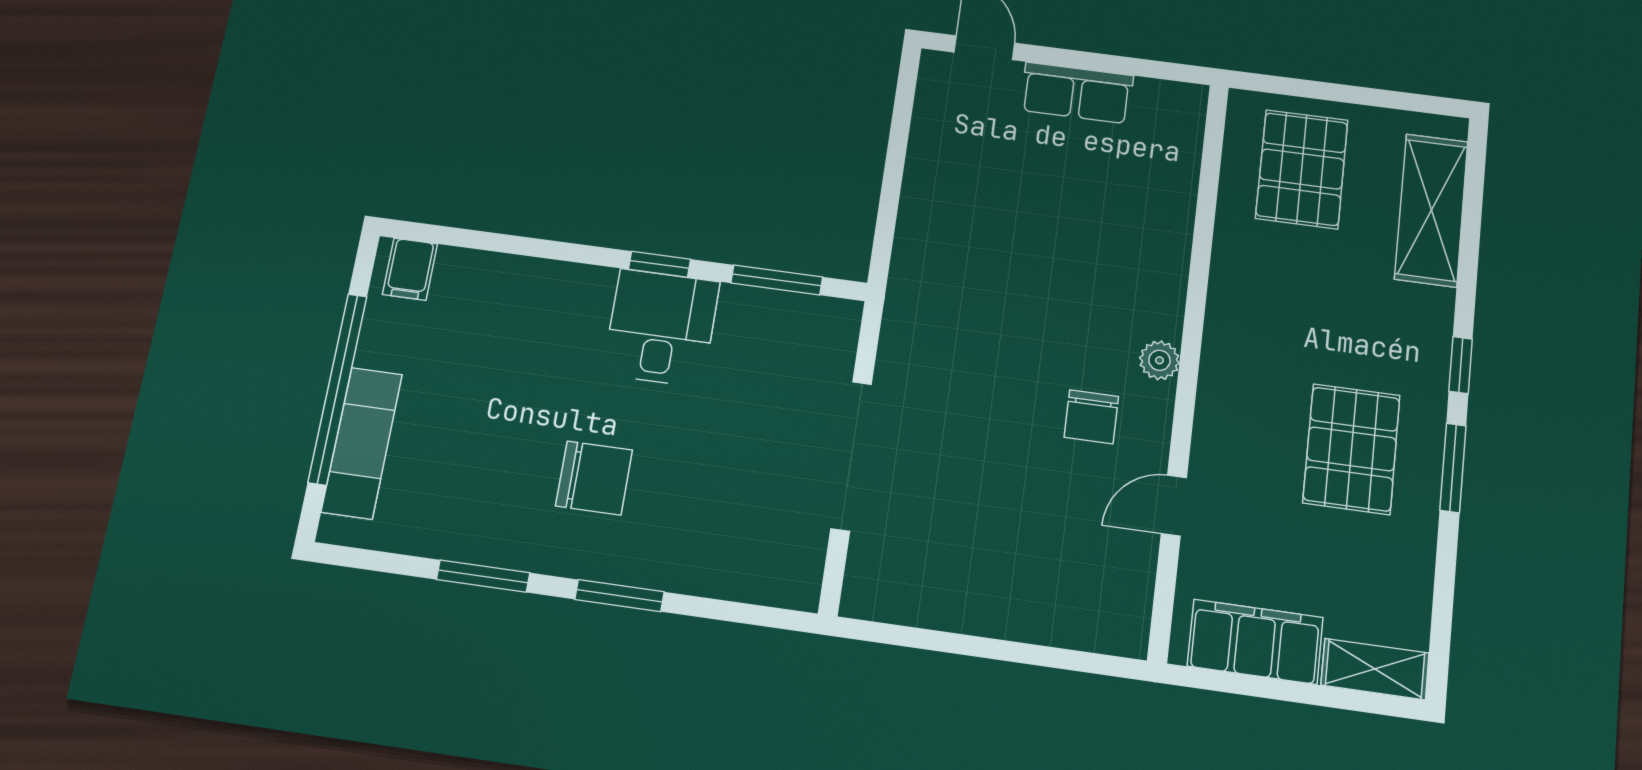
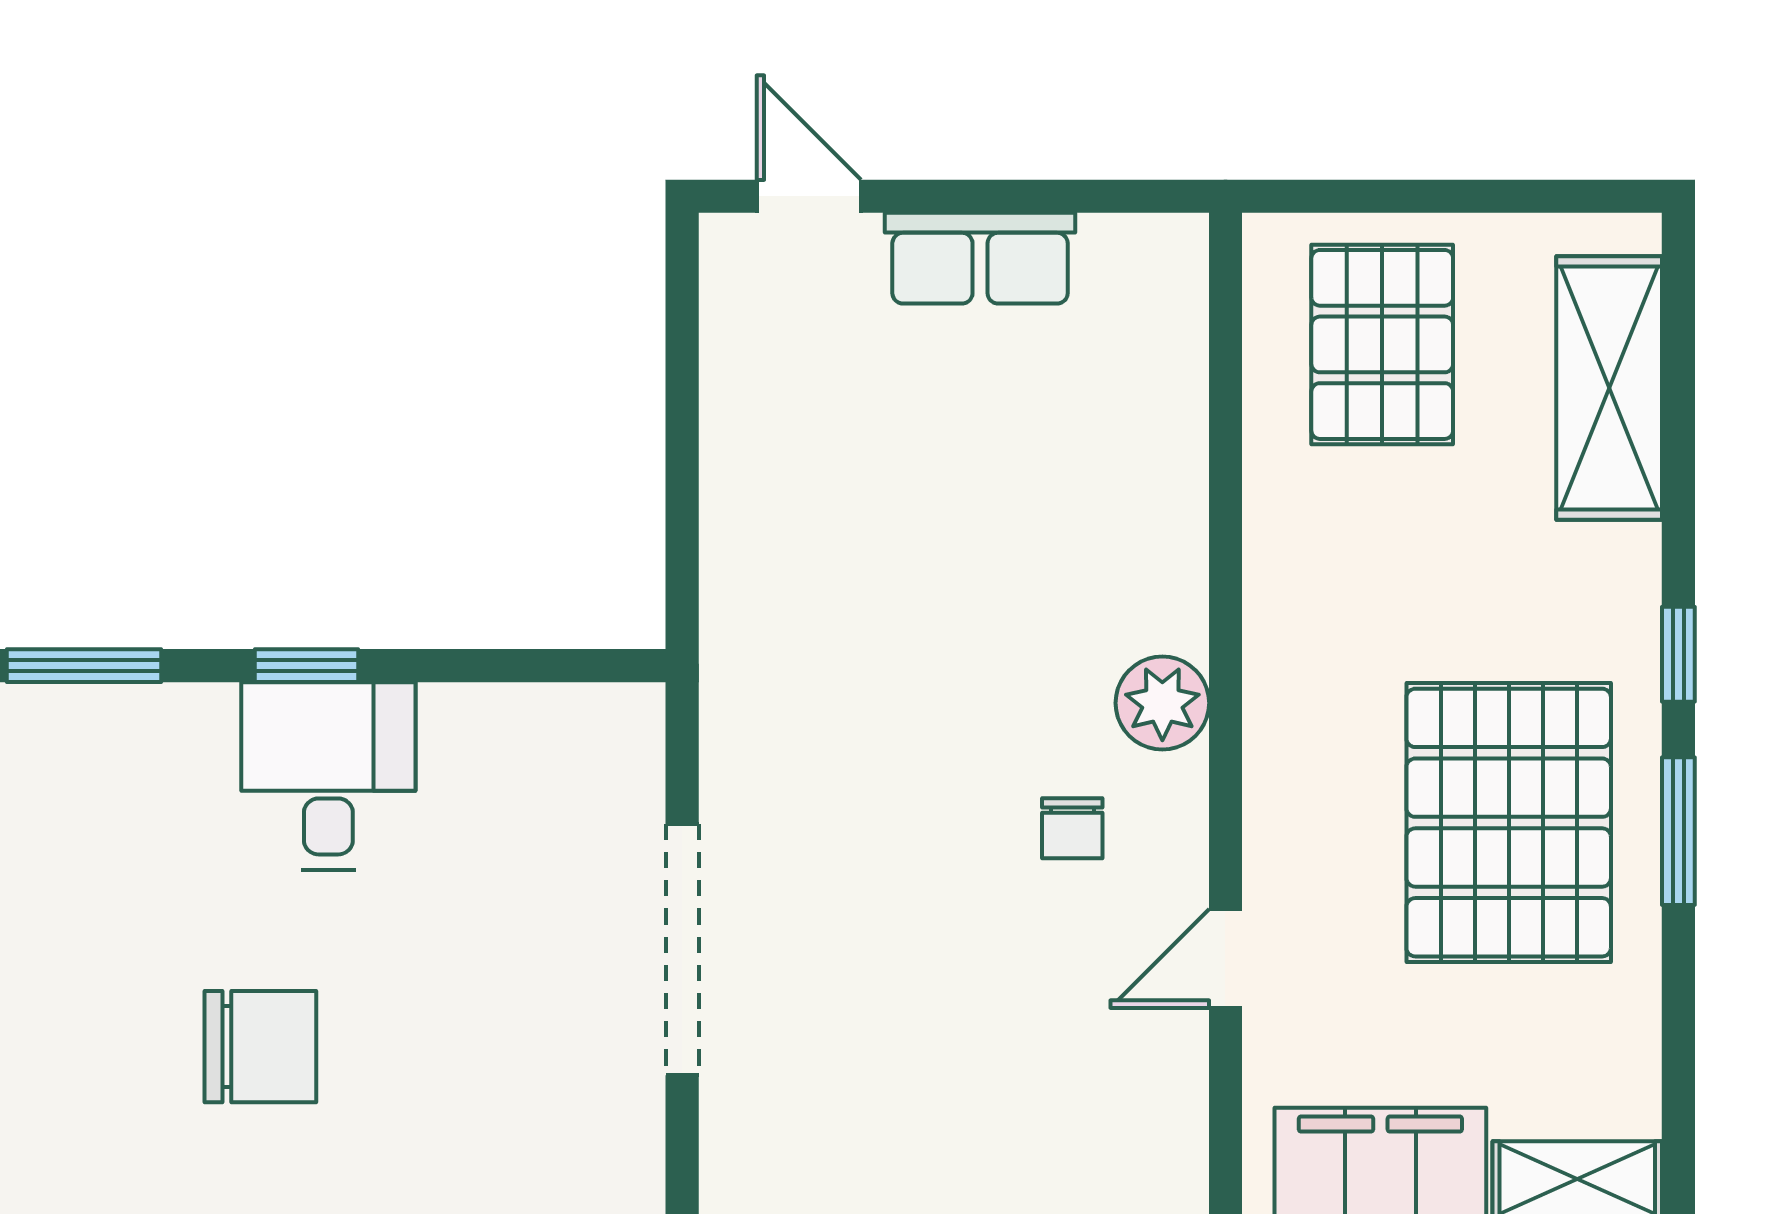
window: (777, 280) -> (84, 666), moved
plant: (1159, 360) -> (1162, 703), width x1.38, depth x1.38
chair: (1091, 417) -> (1072, 828), width x0.73, depth x0.73
pallet: (1351, 449) -> (1509, 823), width x1.37, depth x1.41

